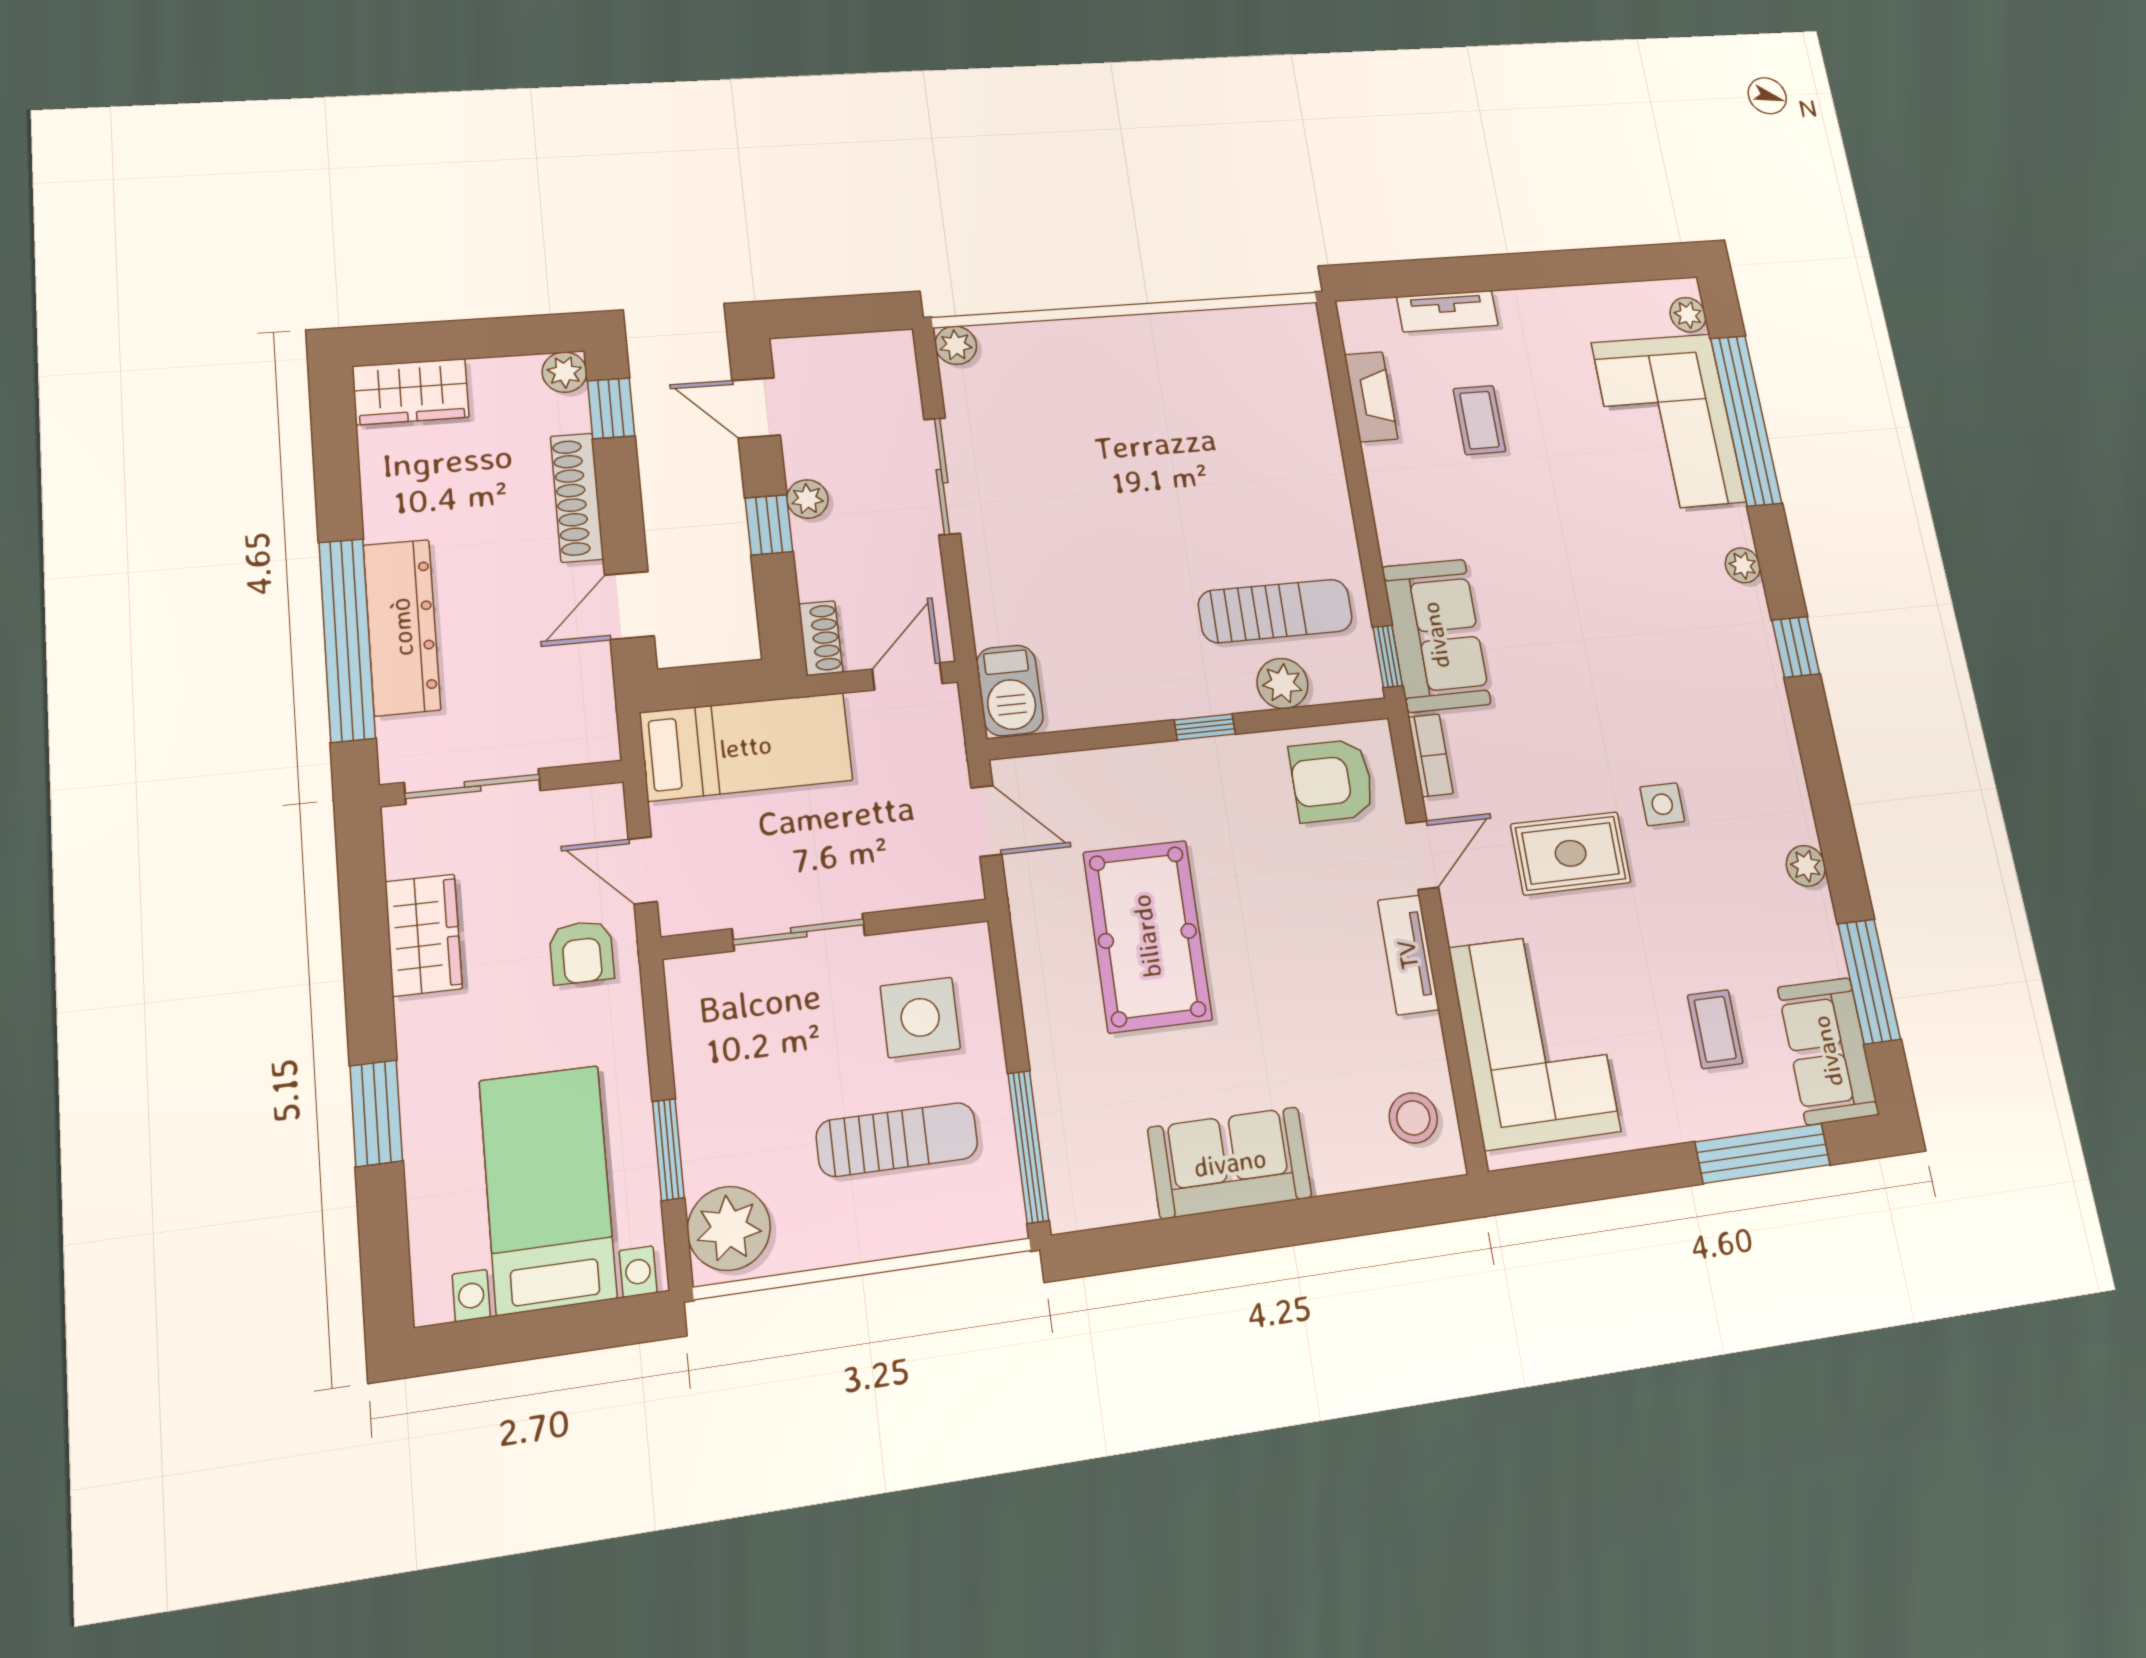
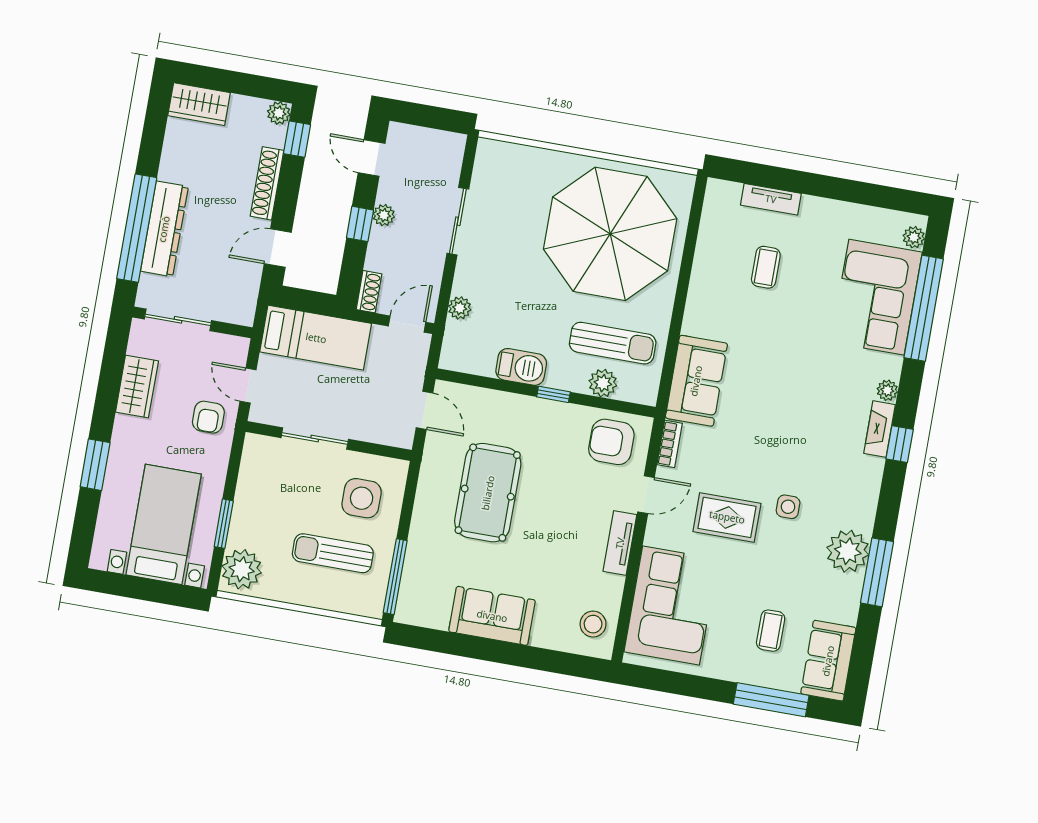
plant: (956, 345) -> (460, 308), moved
fireplace: (1371, 397) -> (880, 429), moved, turned 180
parasol: (1209, 431) -> (610, 234), added
window: (1388, 656) -> (665, 385), removed
barbecue: (1010, 690) -> (521, 367), moved, turned -90
plant: (1806, 866) -> (848, 551), width x1.88, depth x1.88
window: (1869, 981) -> (877, 572), moved
sun lounger: (897, 1140) -> (333, 553), turned 180

